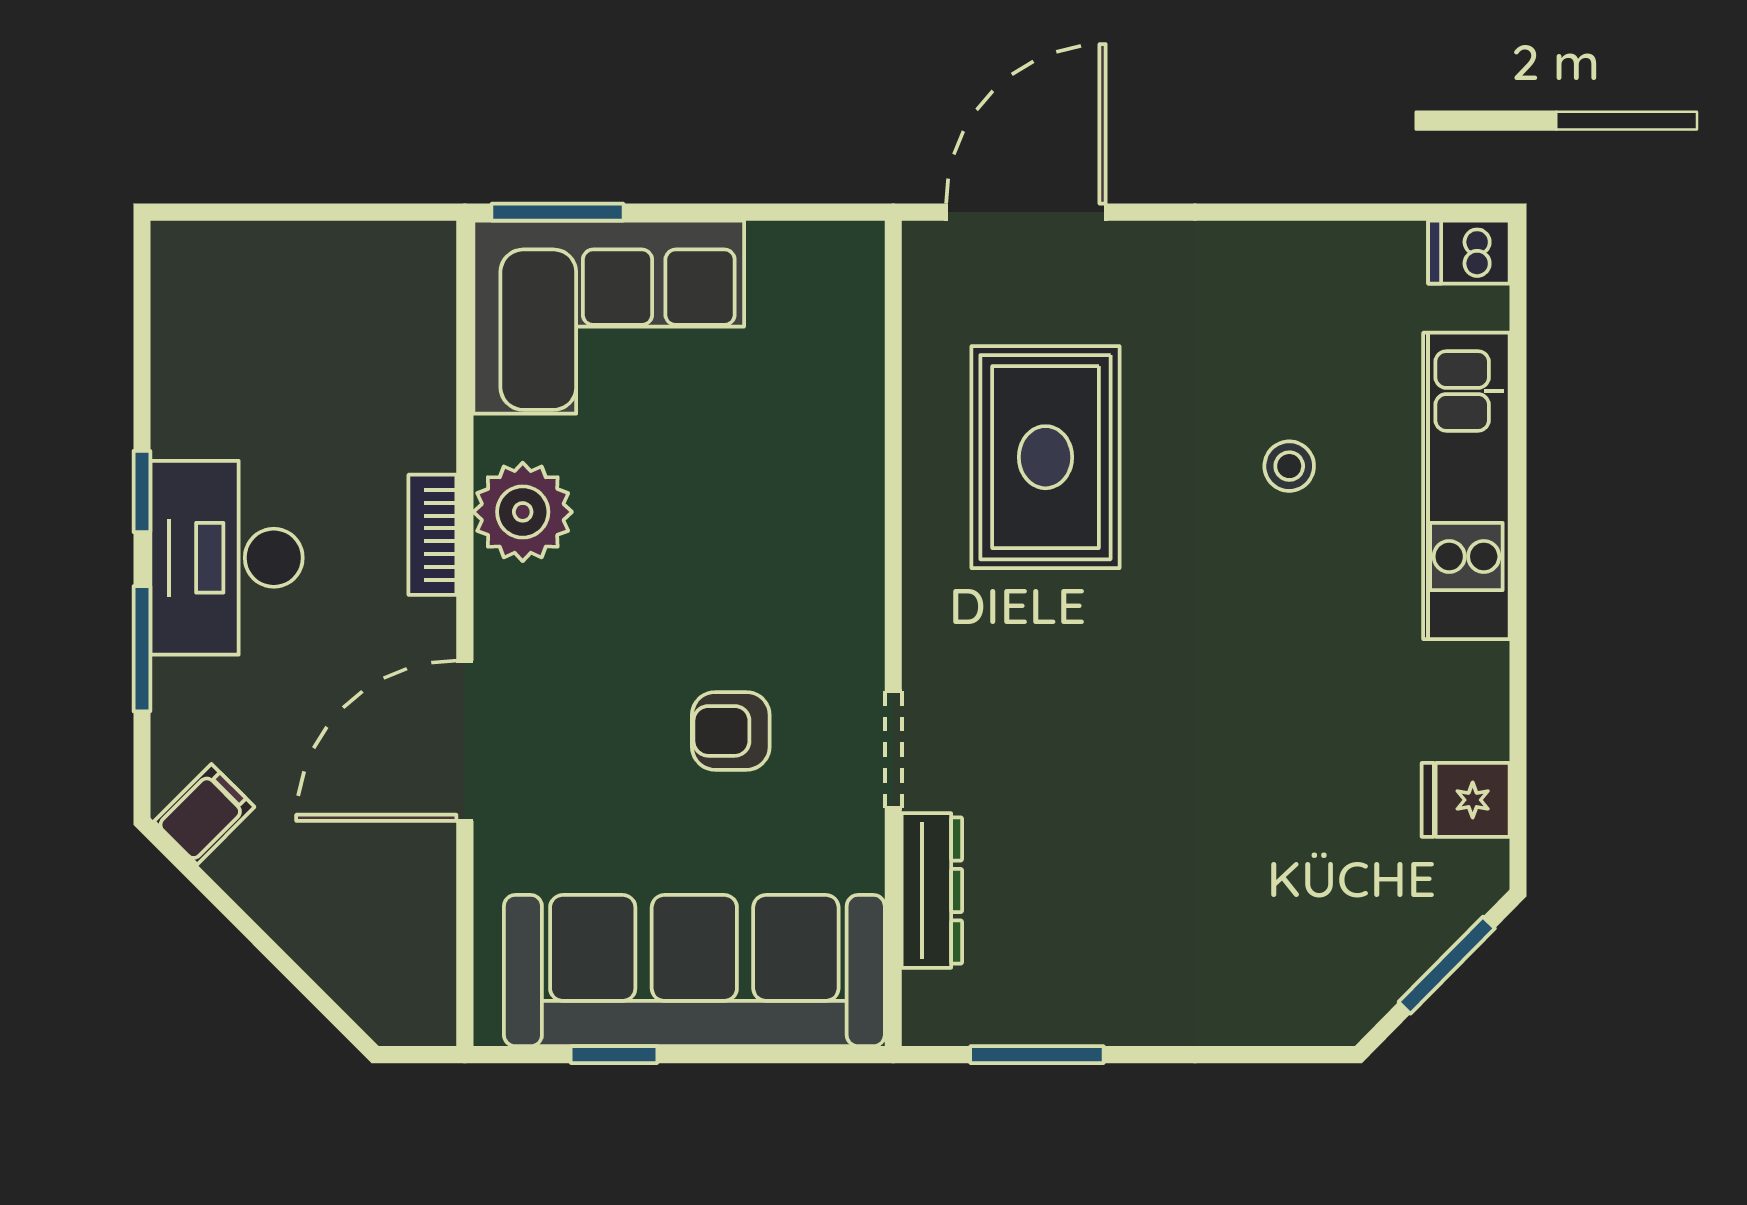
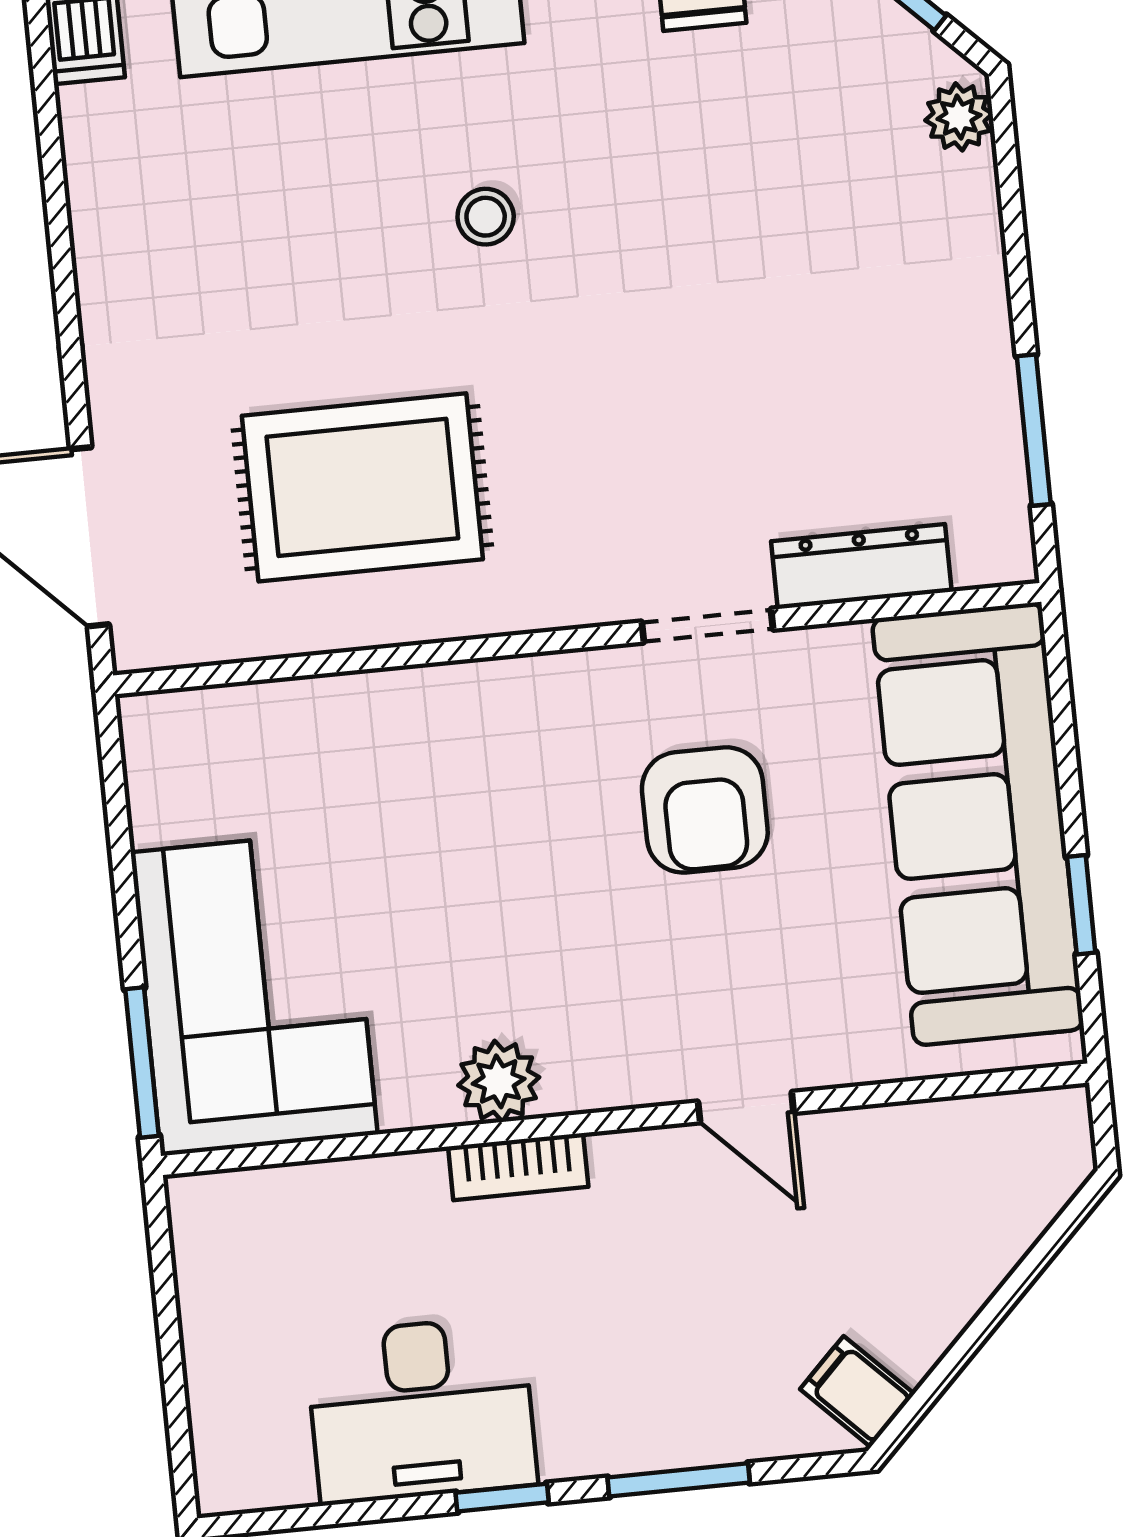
stool: (1289, 466) -> (486, 217), moved
plant: (523, 512) -> (499, 1081), width x0.73, depth x0.73
desk: (227, 558) -> (421, 1410), moved
armchair: (731, 731) -> (705, 810), width x1.38, depth x1.38
door: (465, 741) -> (746, 1107), width x0.53
plant: (1320, 1016) -> (959, 117), added

